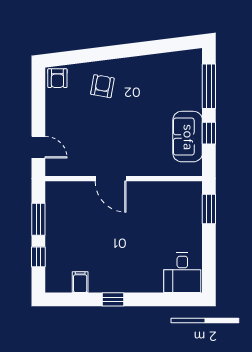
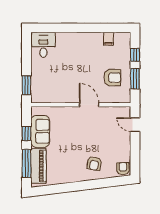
piano: (190, 82) -> (38, 166), added
armchair: (74, 221) -> (112, 78), added
window: (113, 299) -> (87, 28), removed

